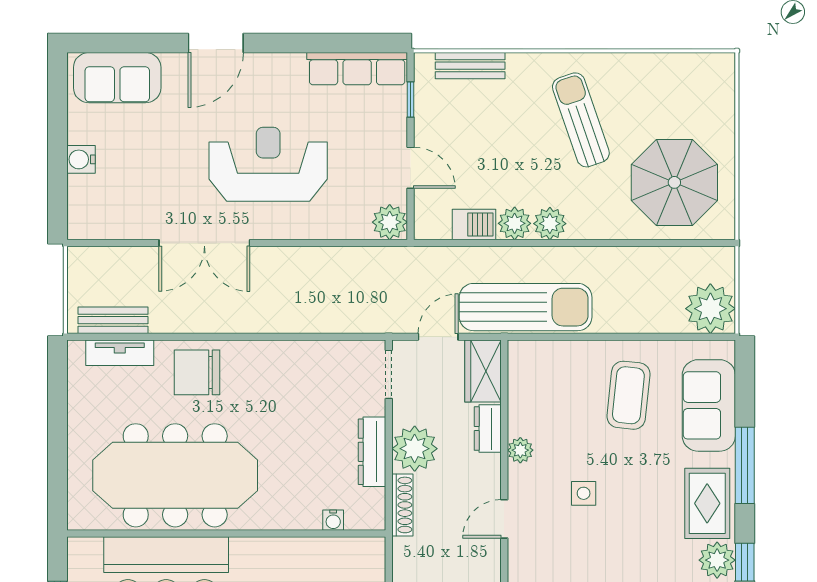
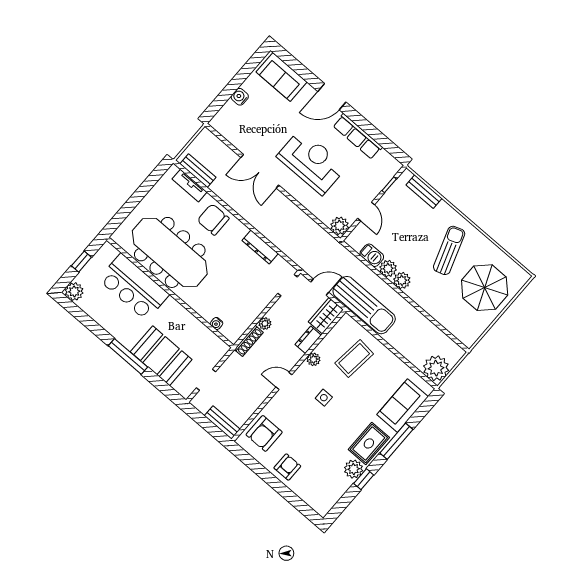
row of seats: (357, 69) -> (358, 136), moved
parasol: (674, 182) -> (485, 288), moved
coffee table: (628, 395) -> (354, 358), moved
plant: (415, 449) -> (265, 324), width x0.53, depth x0.53
dresser: (372, 452) -> (260, 247), moved, turned -90

